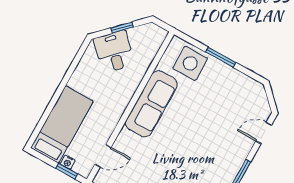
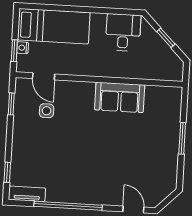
desk: (114, 52) -> (123, 32), moved, turned -45
side table: (190, 63) -> (47, 111), moved, width x0.54, depth x0.54
sofa: (151, 104) -> (120, 97), width x0.73

